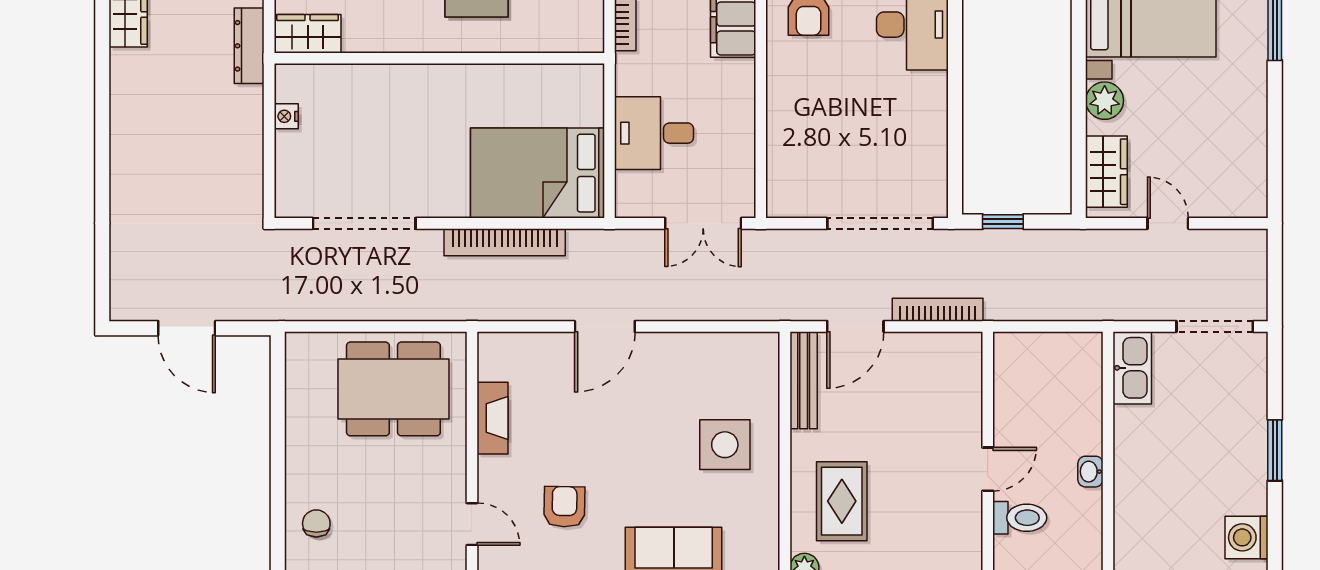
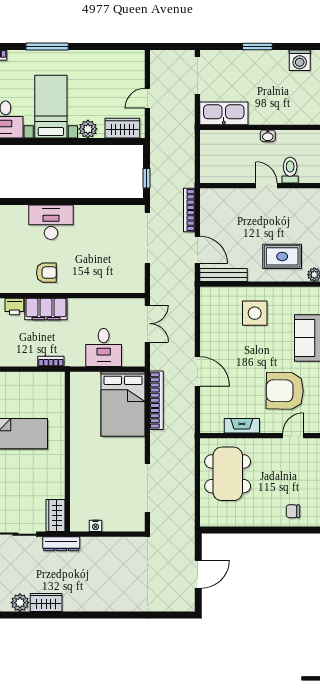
bookcase: (505, 242) -> (157, 400), moved
kitchen sink: (1132, 368) -> (224, 113), width x1.36, depth x1.24
armchair: (564, 507) -> (285, 391), width x1.88, depth x1.88

